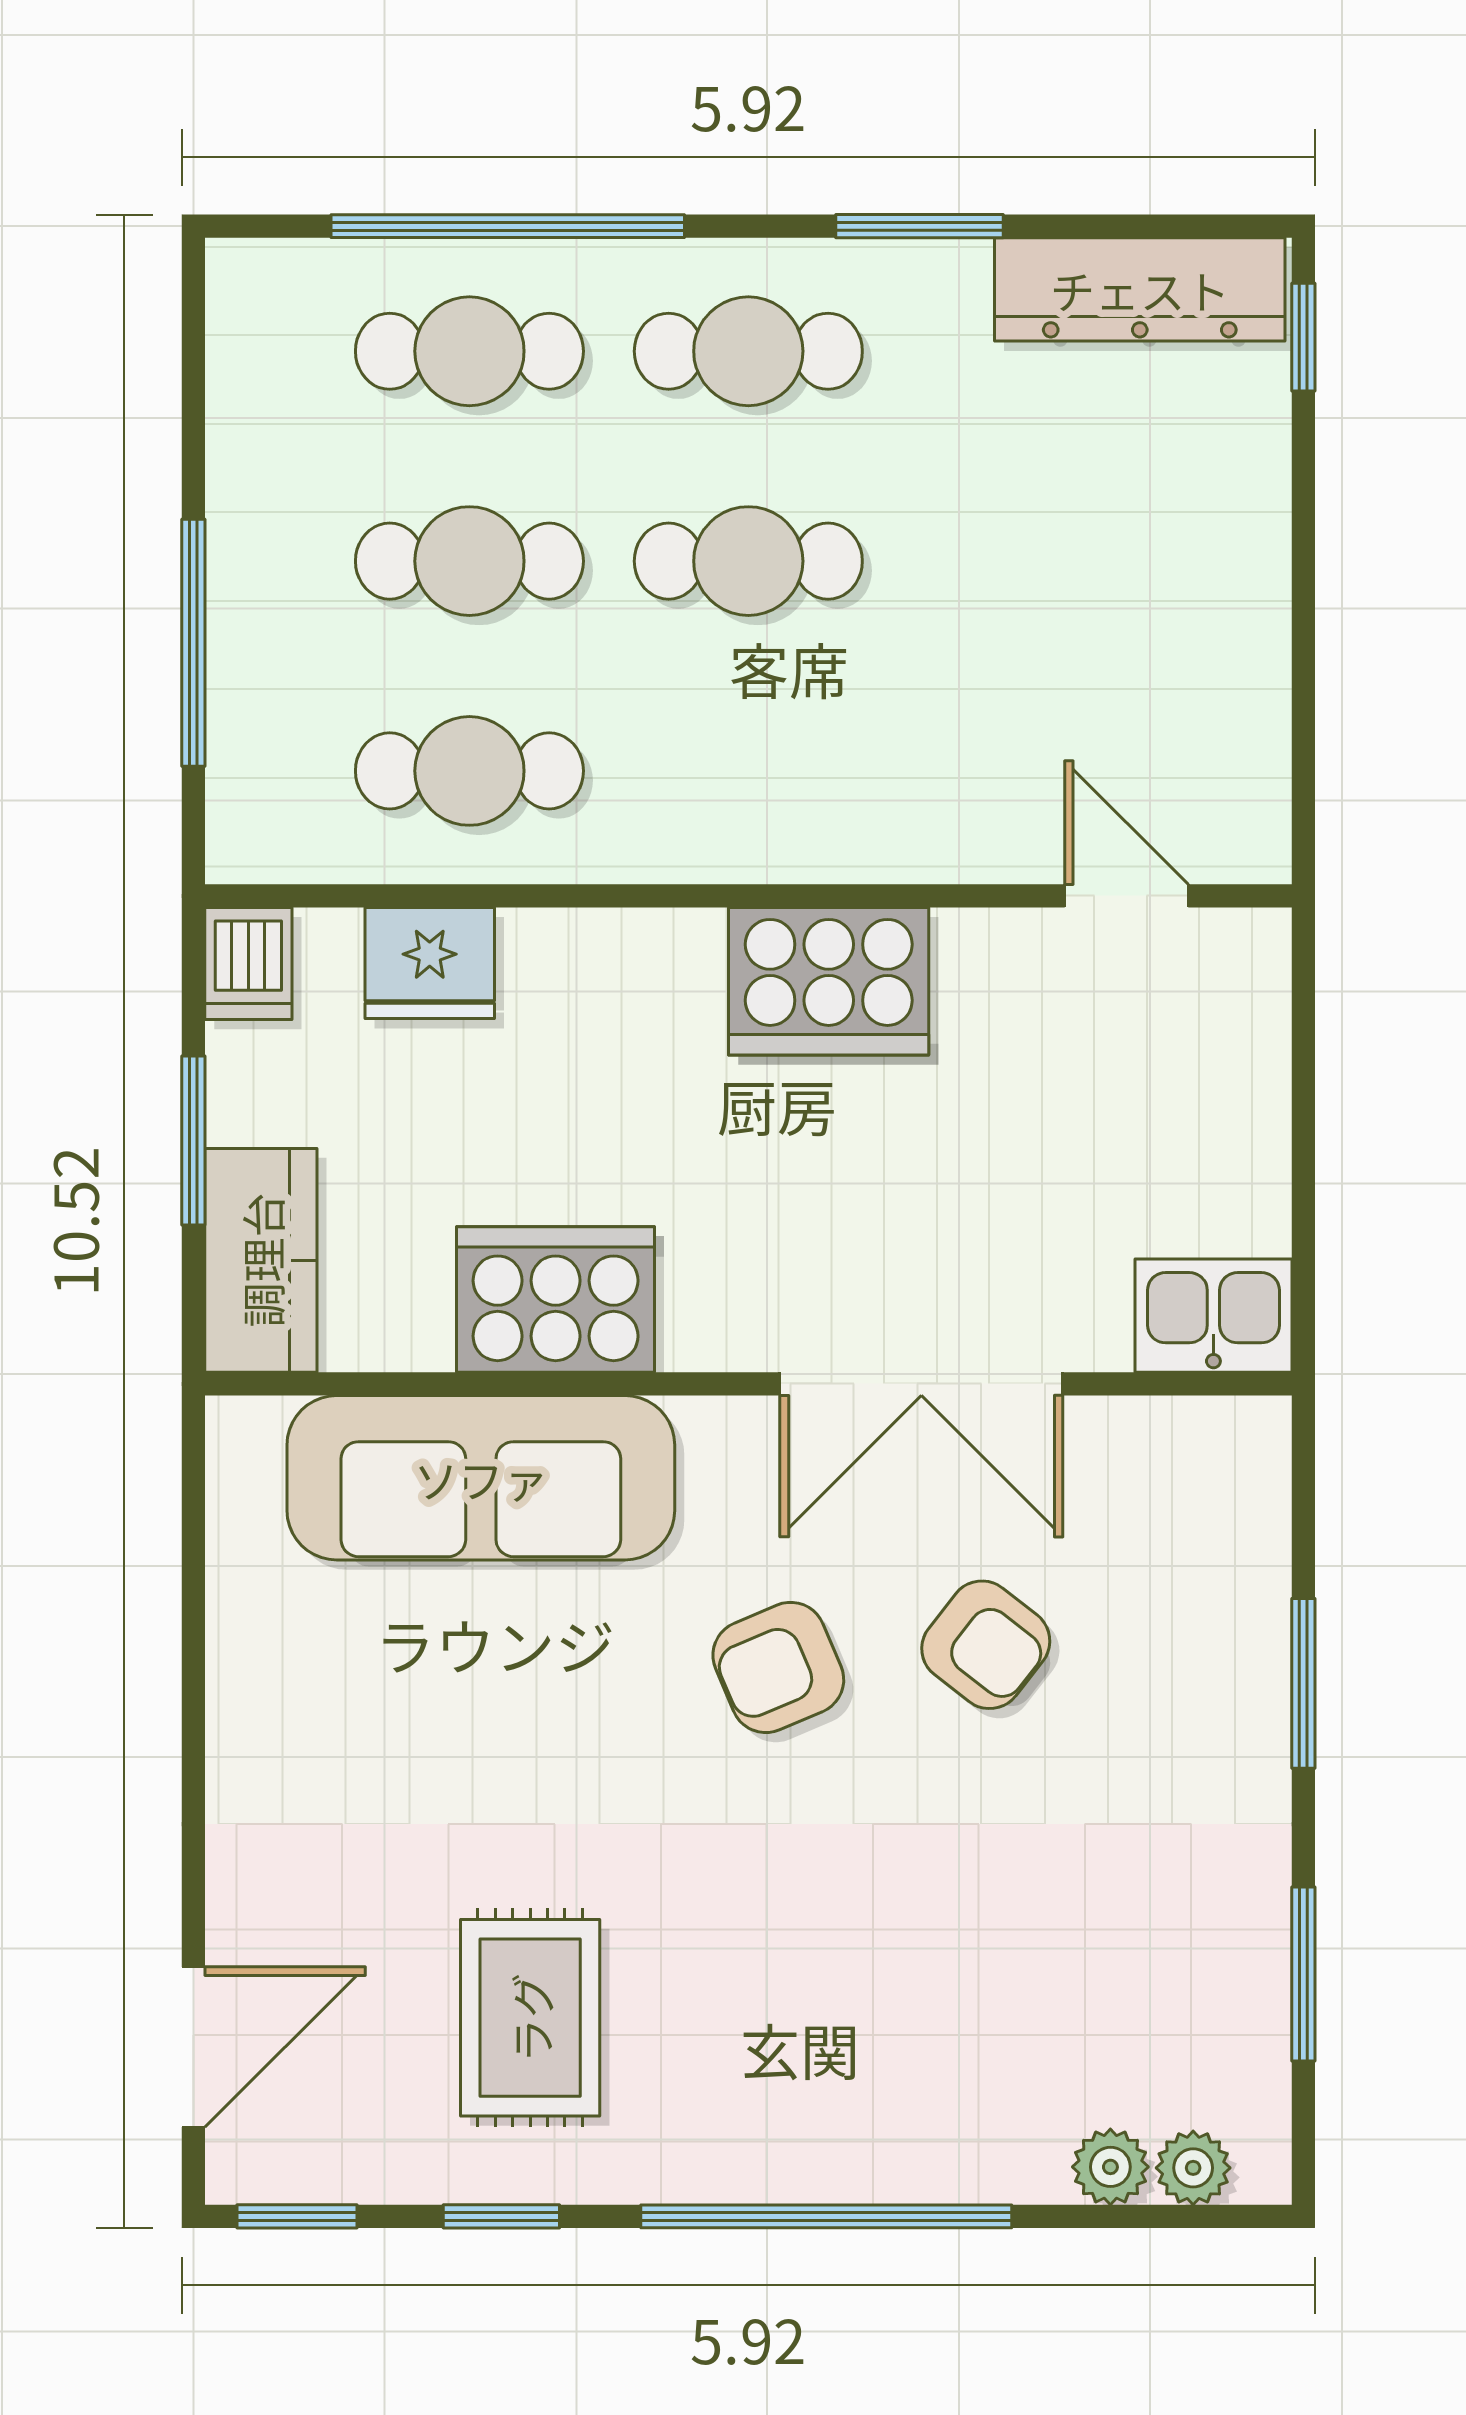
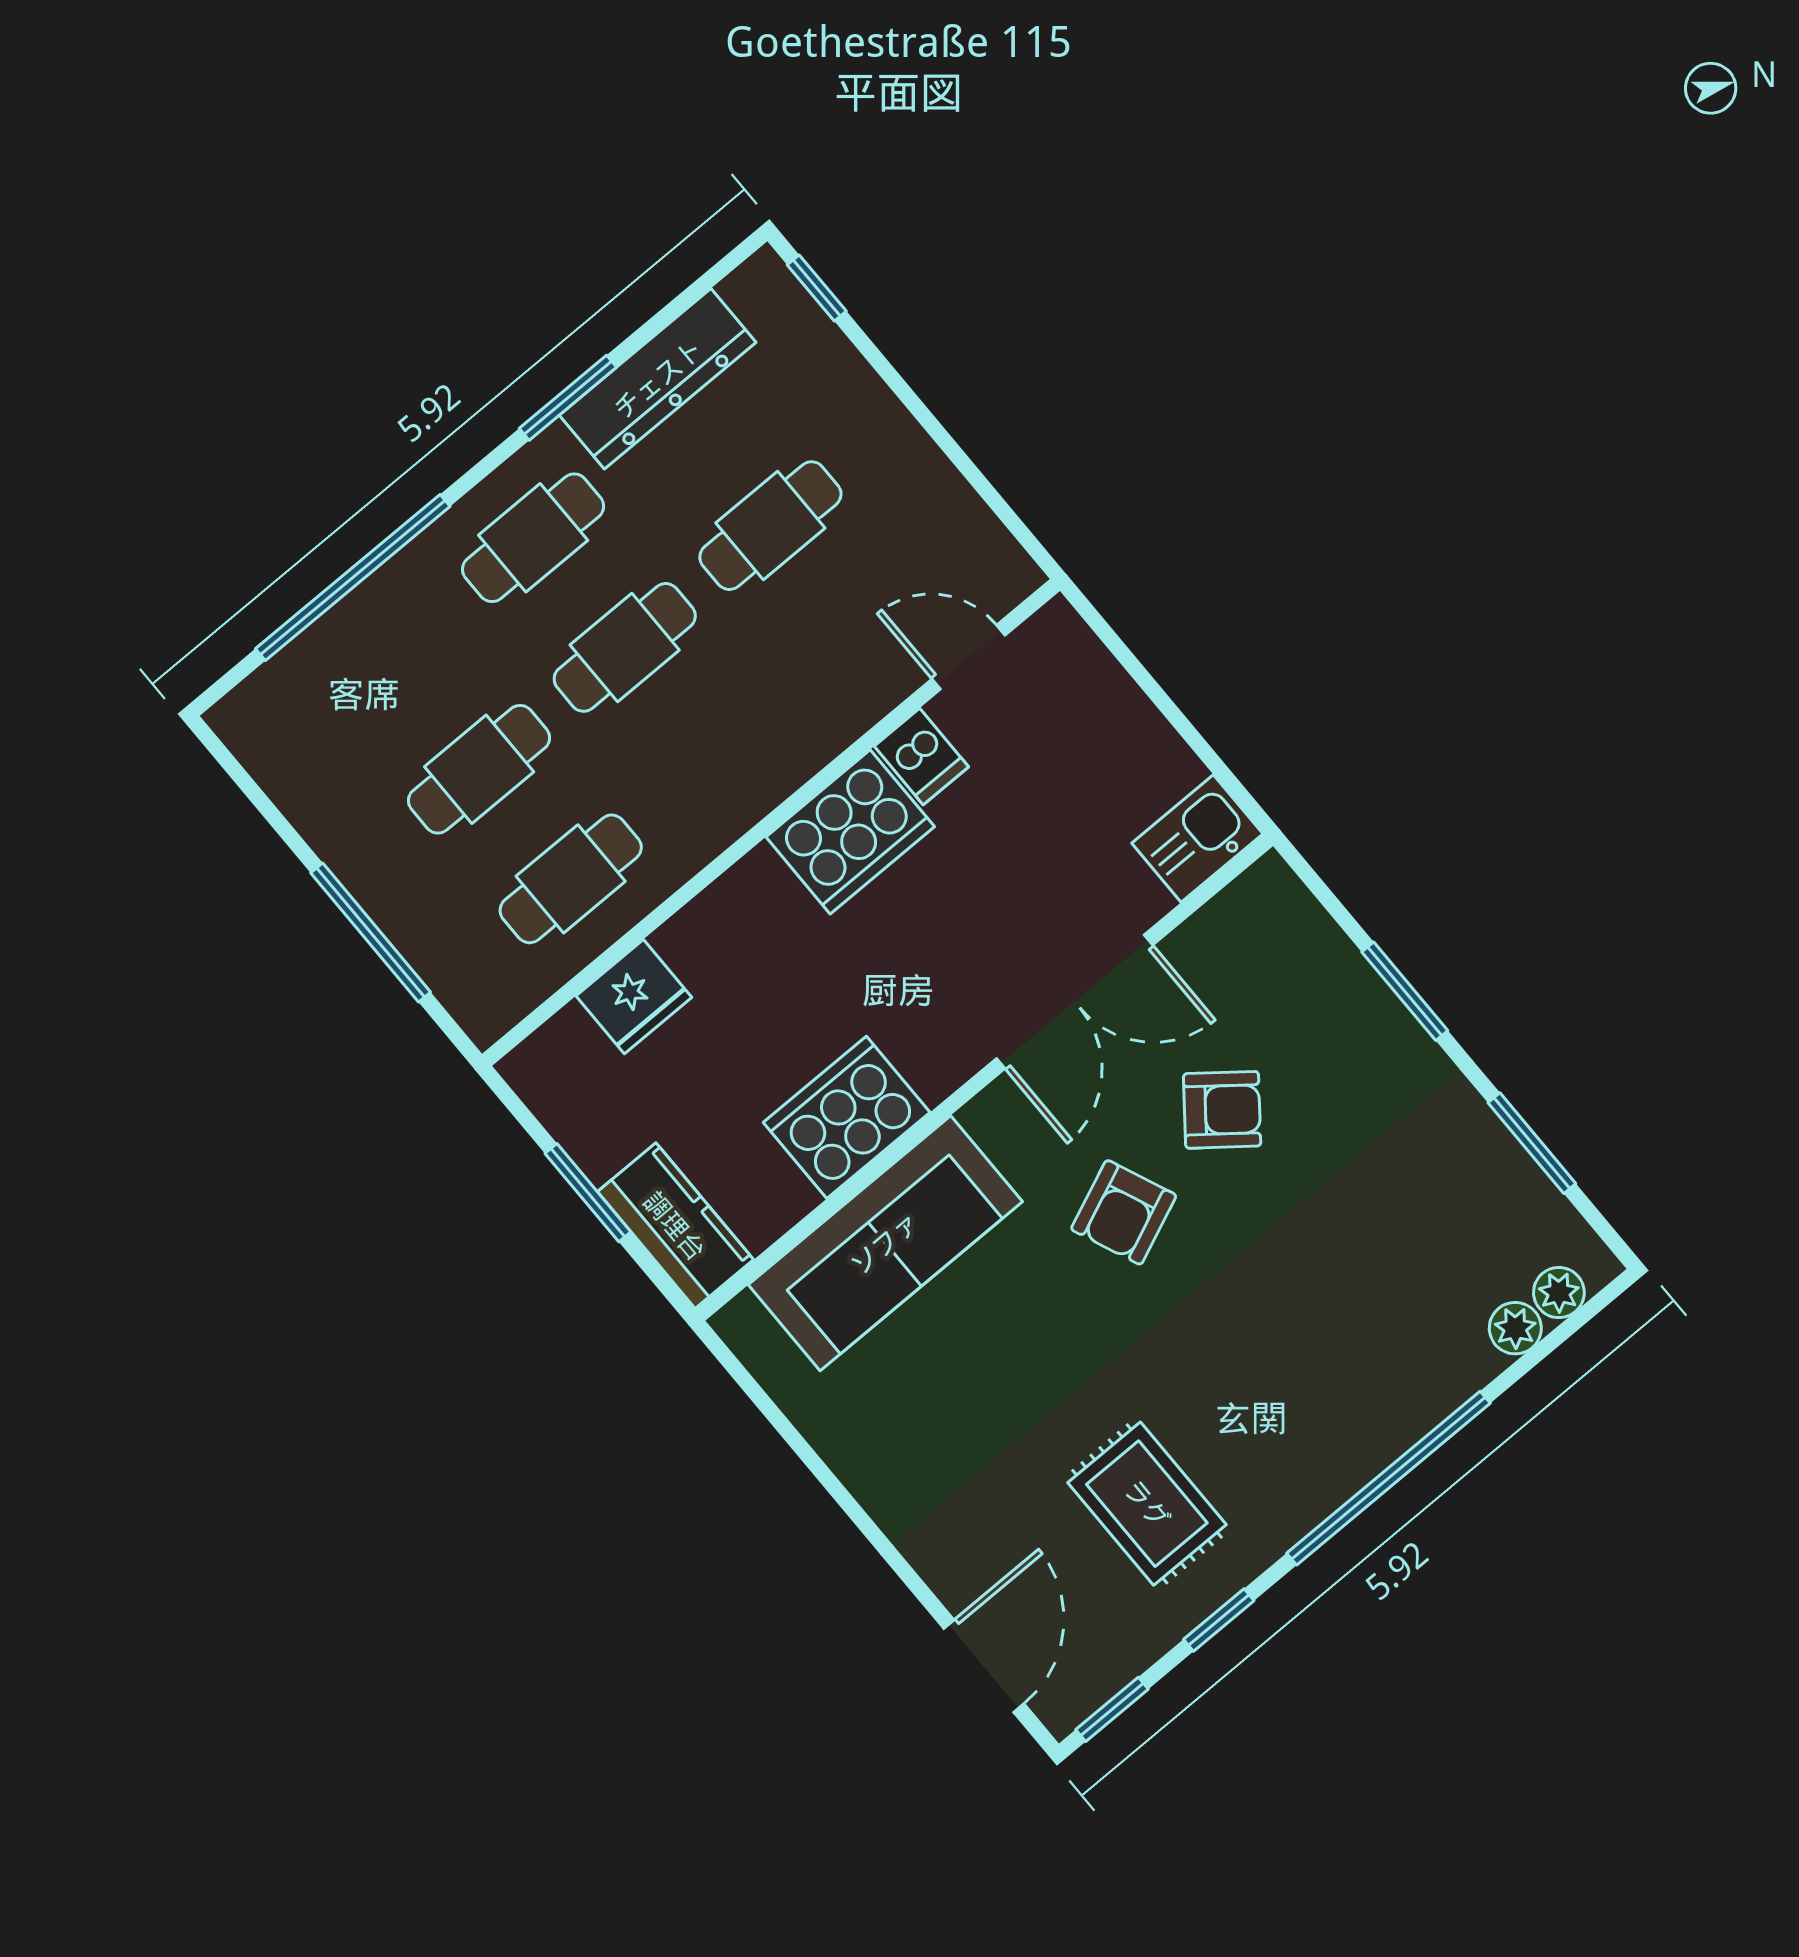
dresser: (1140, 289) -> (658, 379), moved
cafe table: (469, 351) -> (770, 526), moved
dishwasher: (248, 964) -> (921, 757), moved

